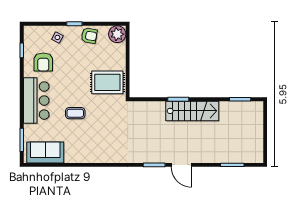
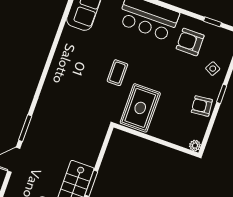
plant: (117, 34) -> (195, 146), width x0.53, depth x0.53
armchair: (89, 36) -> (202, 106), turned 74
coffee table: (75, 113) -> (117, 73), moved

